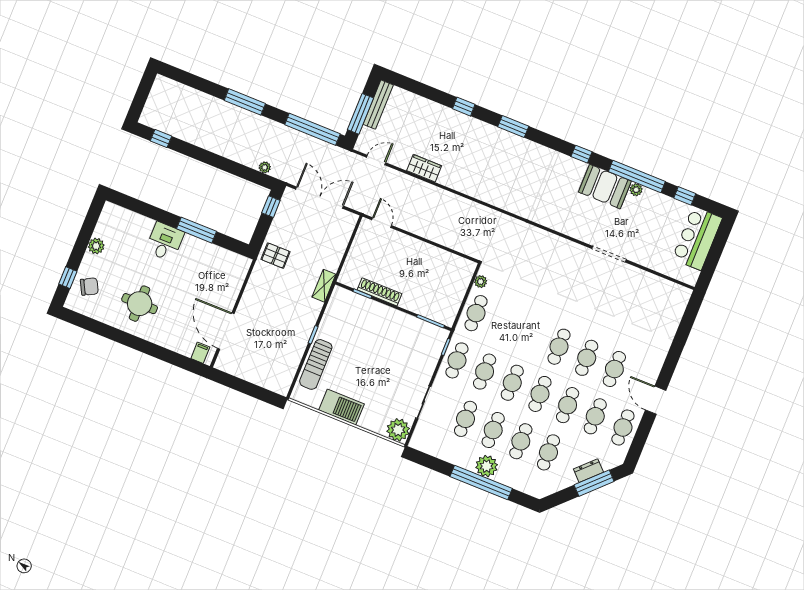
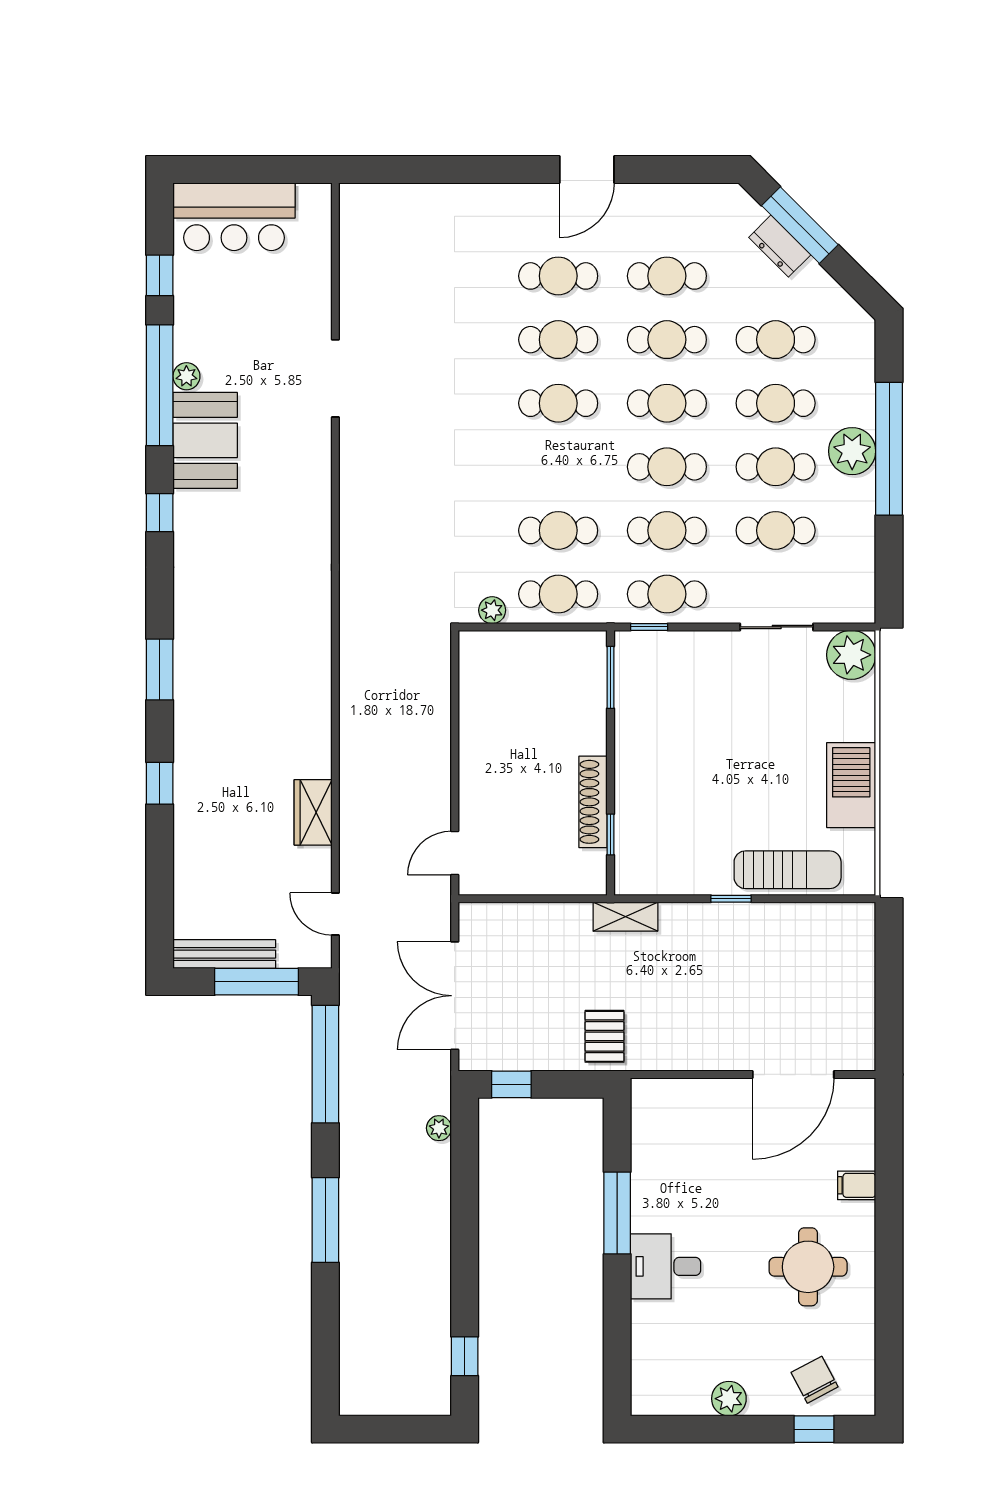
filing cabinet: (200, 353) -> (857, 1185), moved
cafe table: (623, 427) -> (558, 530), moved

